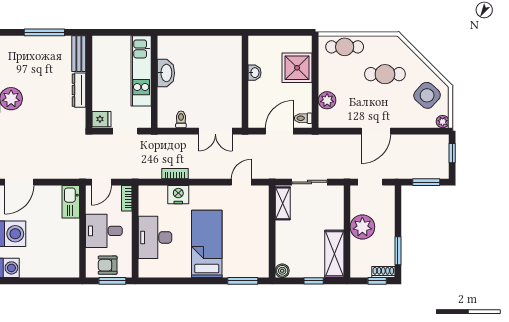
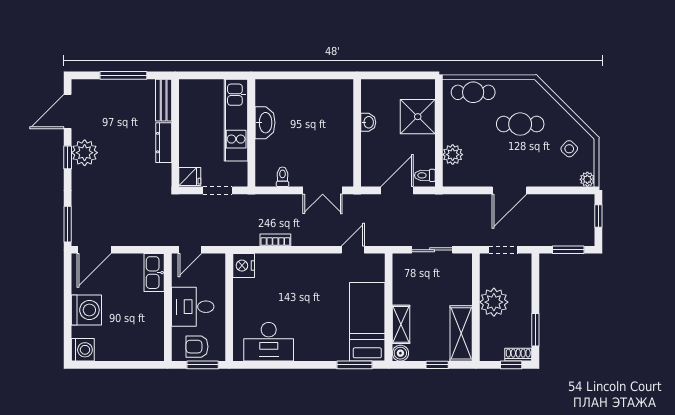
side table: (427, 95) -> (569, 149), width x0.54, depth x0.54
nightstand: (178, 195) -> (244, 266), moved, turned -90
bookcase: (127, 198) -> (219, 269), removed
shelving: (283, 203) -> (401, 324), moved
desk: (155, 237) -> (269, 342), moved, turned -90
bed: (207, 244) -> (367, 322), moved

